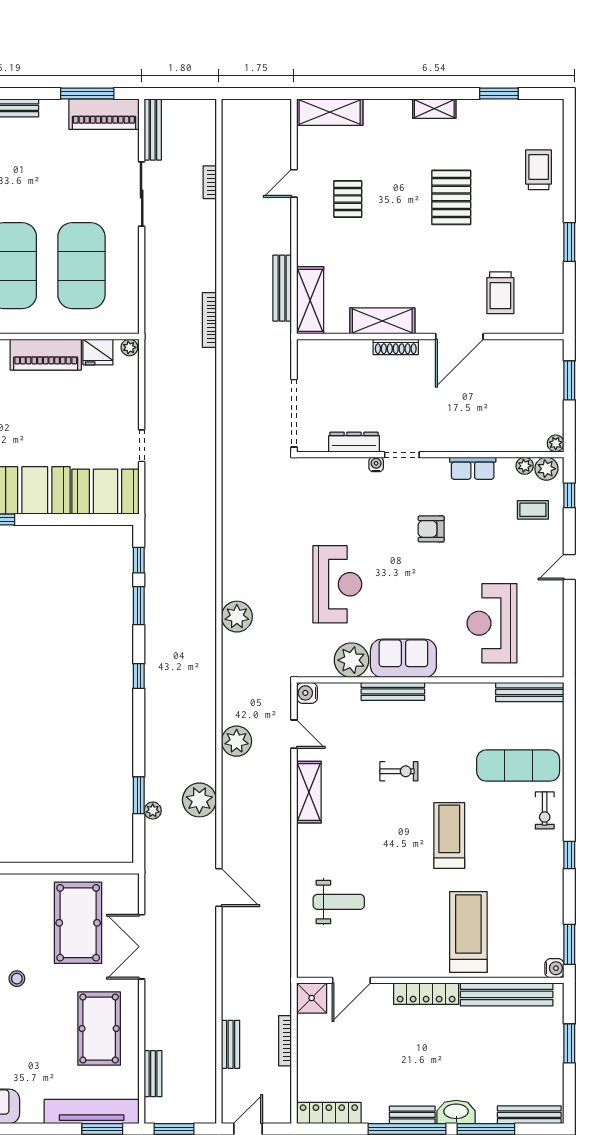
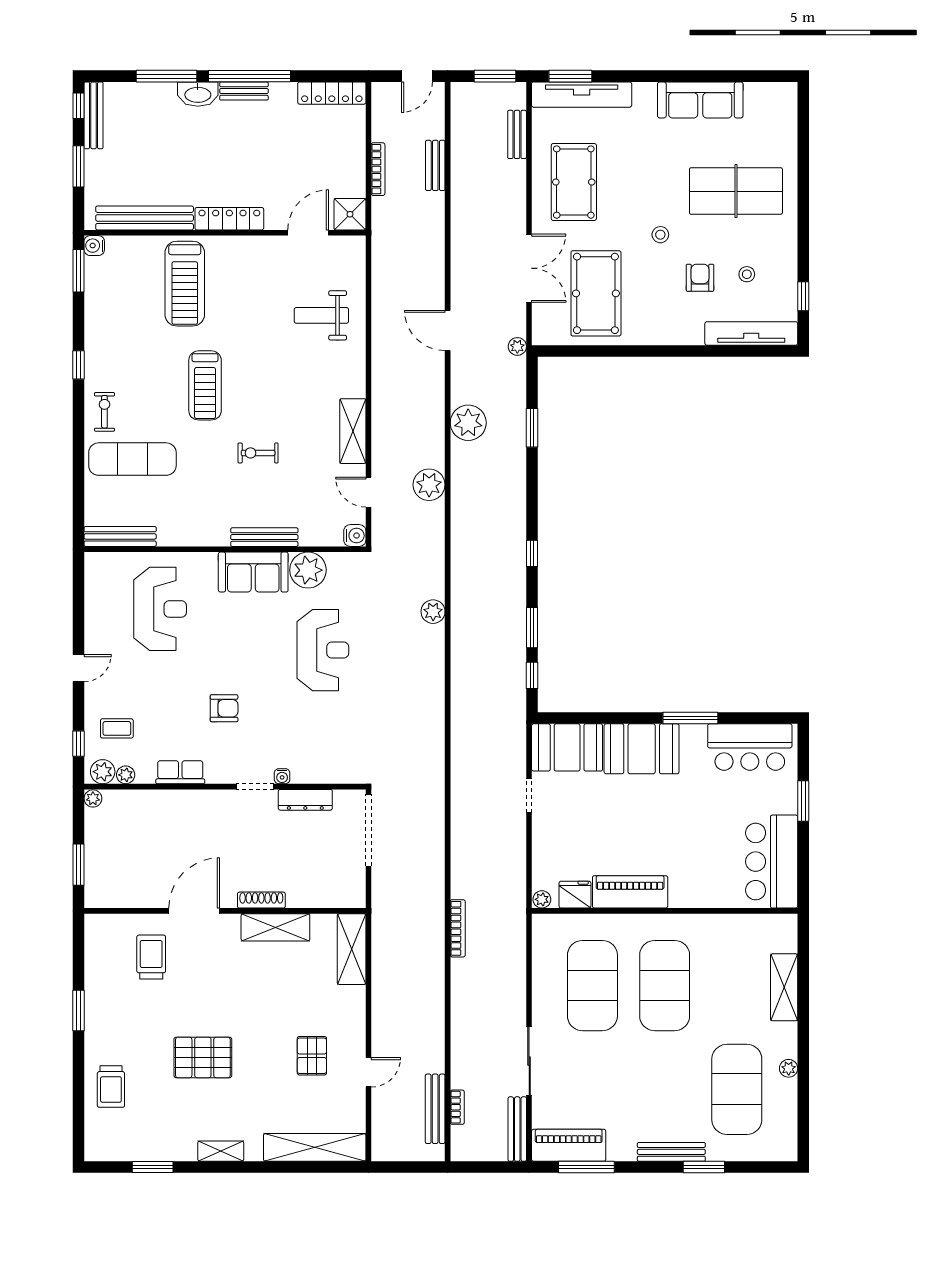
shelving: (330, 112) -> (315, 1147), width x1.47
bookcase: (210, 182) -> (457, 1107), moved
pallet: (451, 197) -> (203, 1057), turned 90
bench: (282, 288) -> (435, 1109), moved
reception desk: (337, 584) -> (323, 650), turned 180
plant: (237, 617) -> (433, 612), width x0.73, depth x0.73
plant: (153, 811) -> (517, 346), moved
window: (569, 1101) -> (79, 106), added
bench: (529, 1115) -> (94, 115), moved, turned 90

